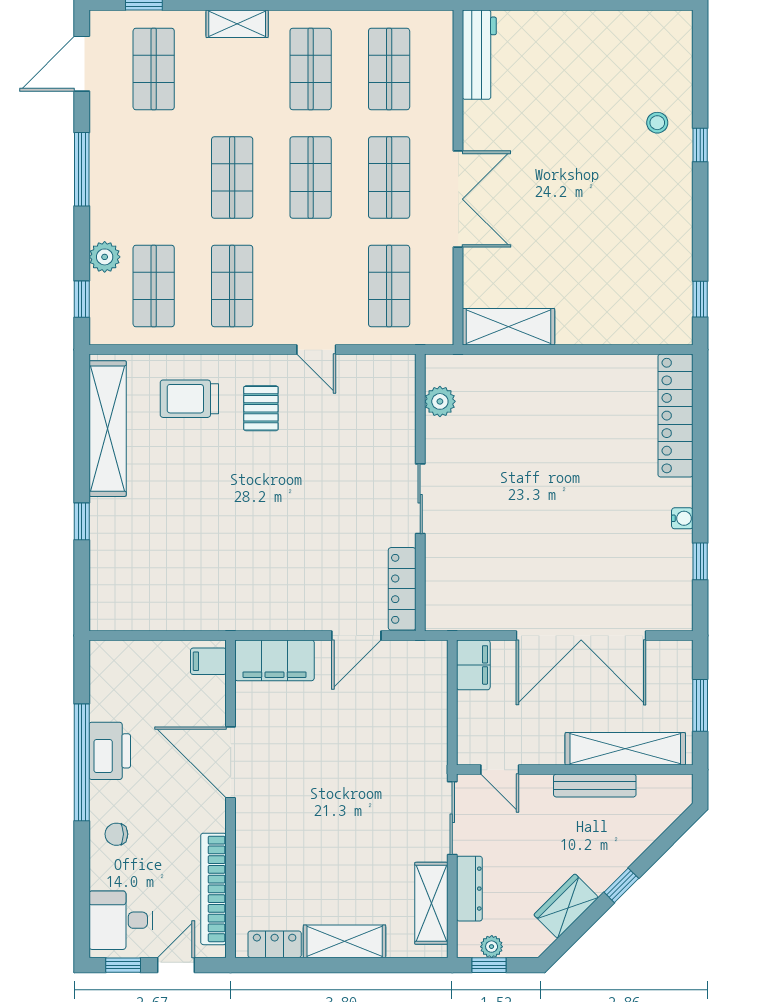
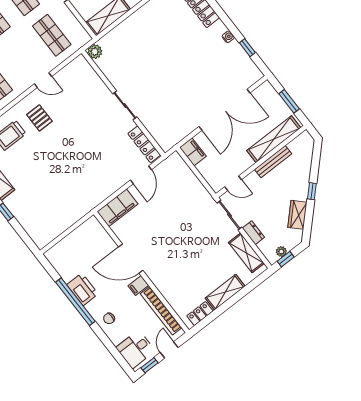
plant: (440, 401) -> (95, 52), moved
filing cabinet: (208, 661) -> (138, 286), moved
dresser: (469, 889) -> (253, 233), width x0.70

